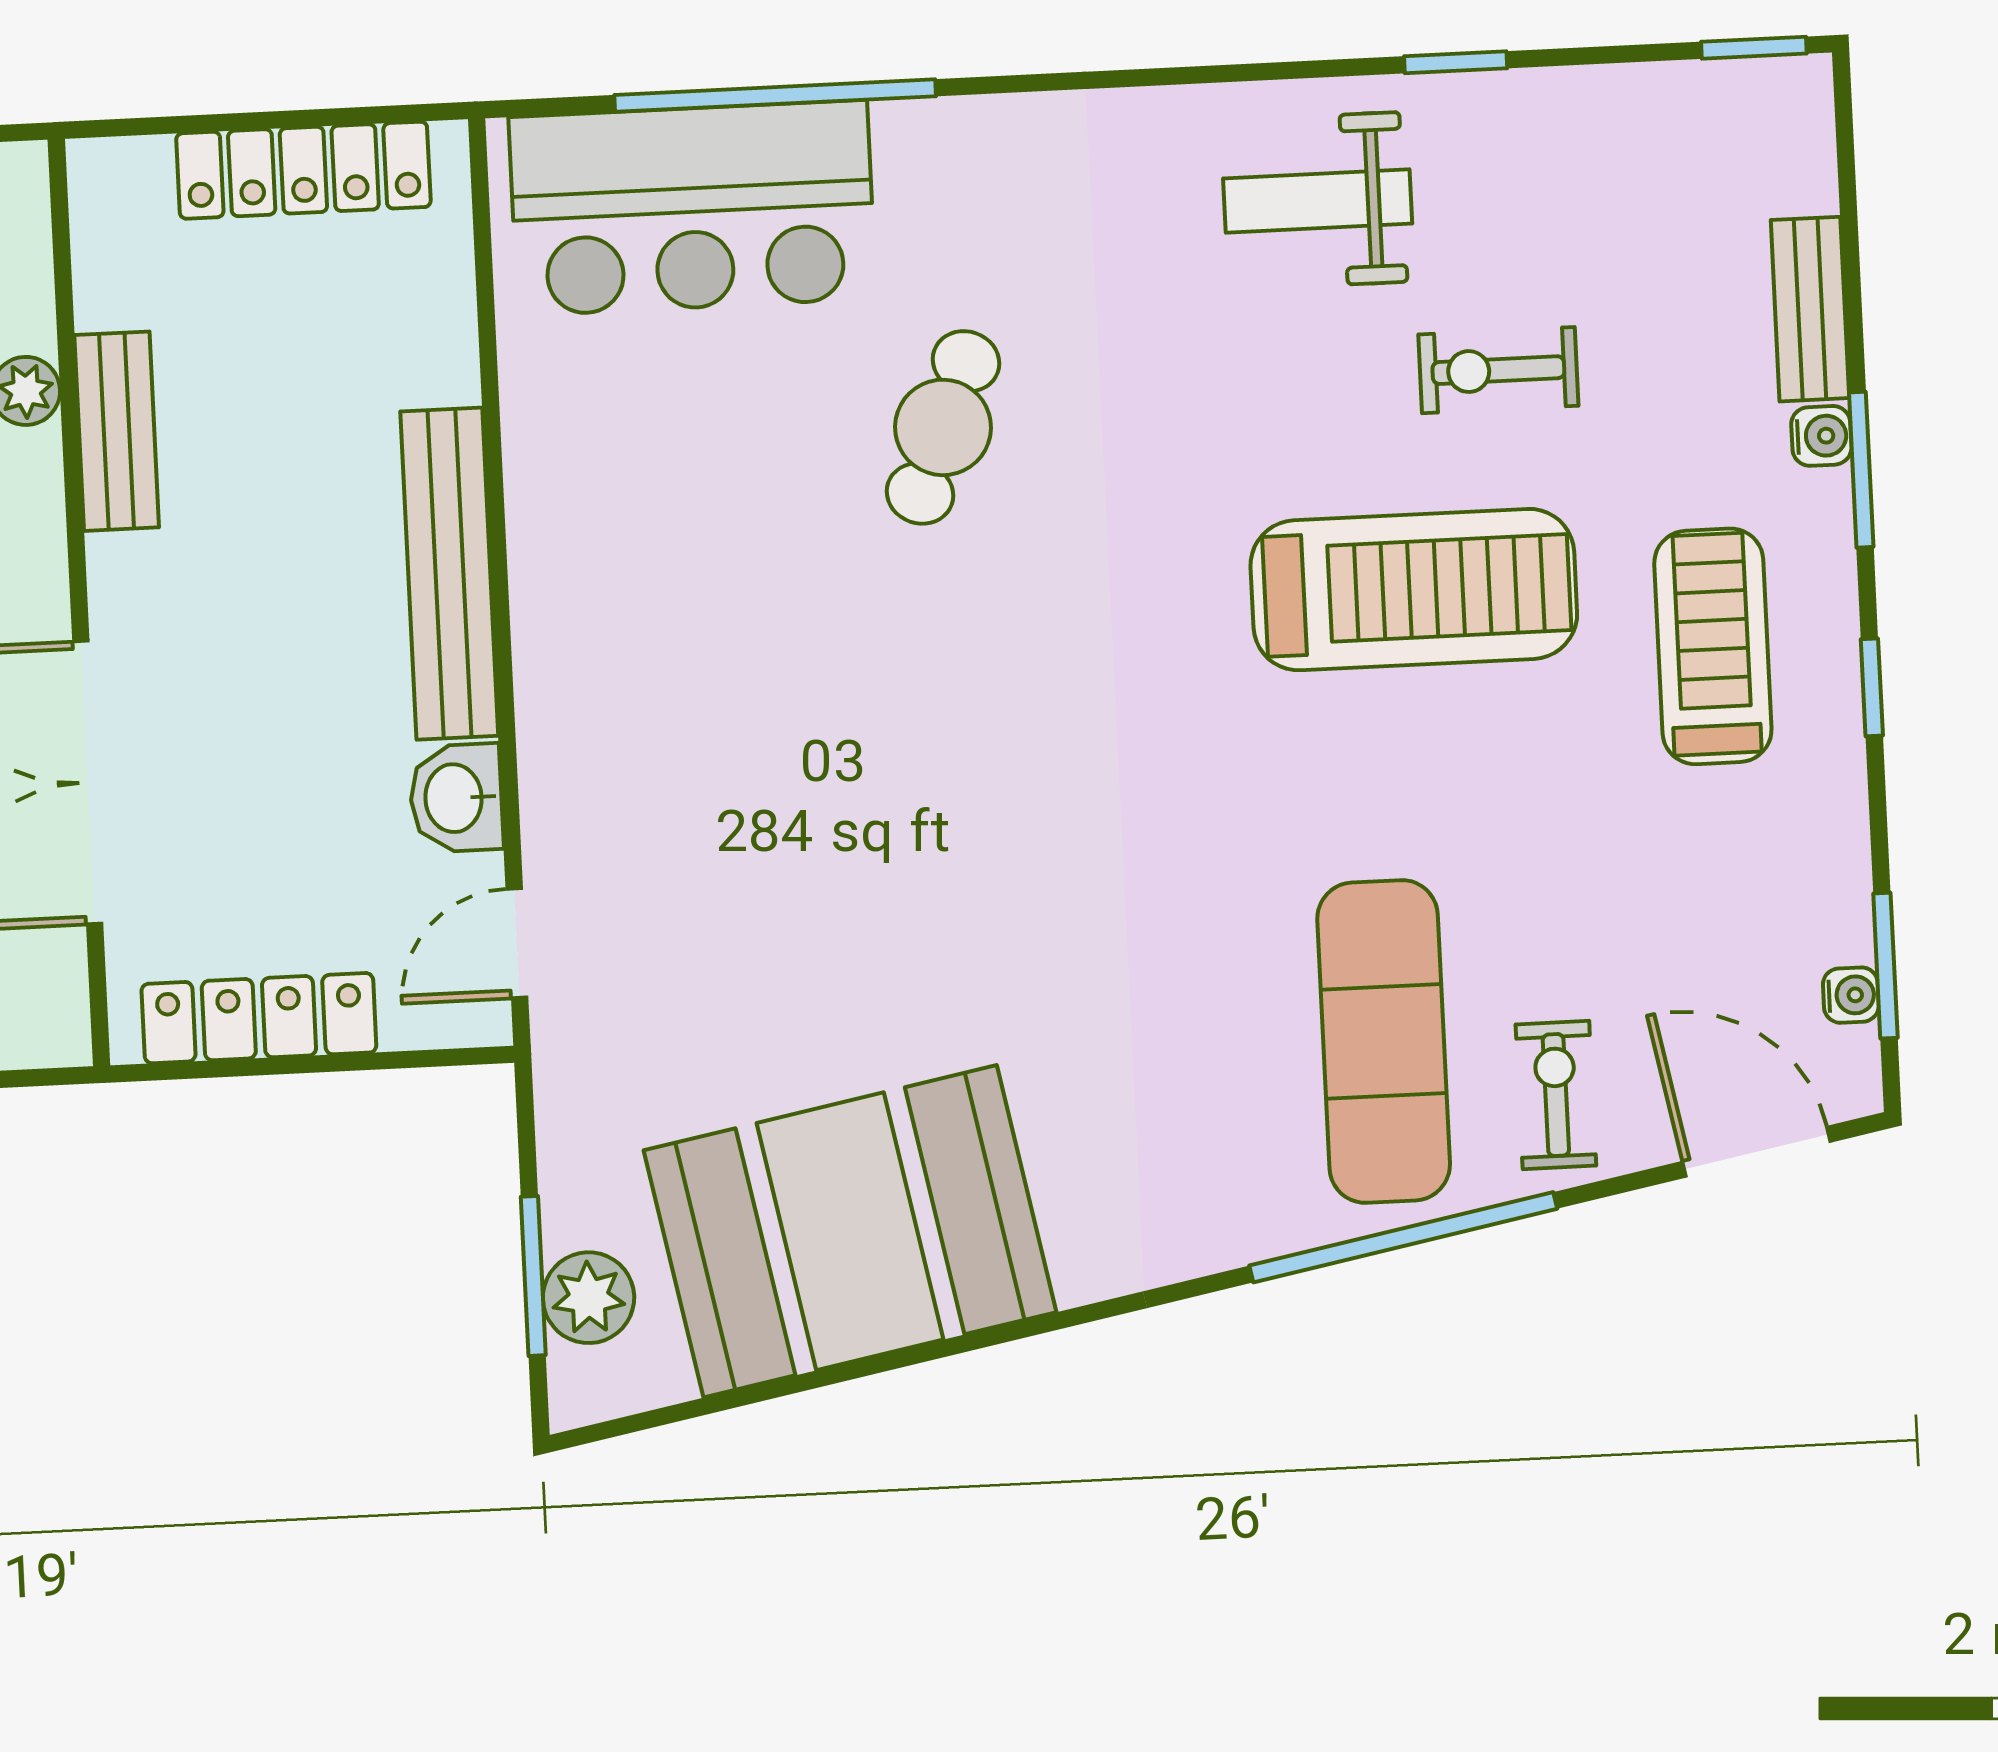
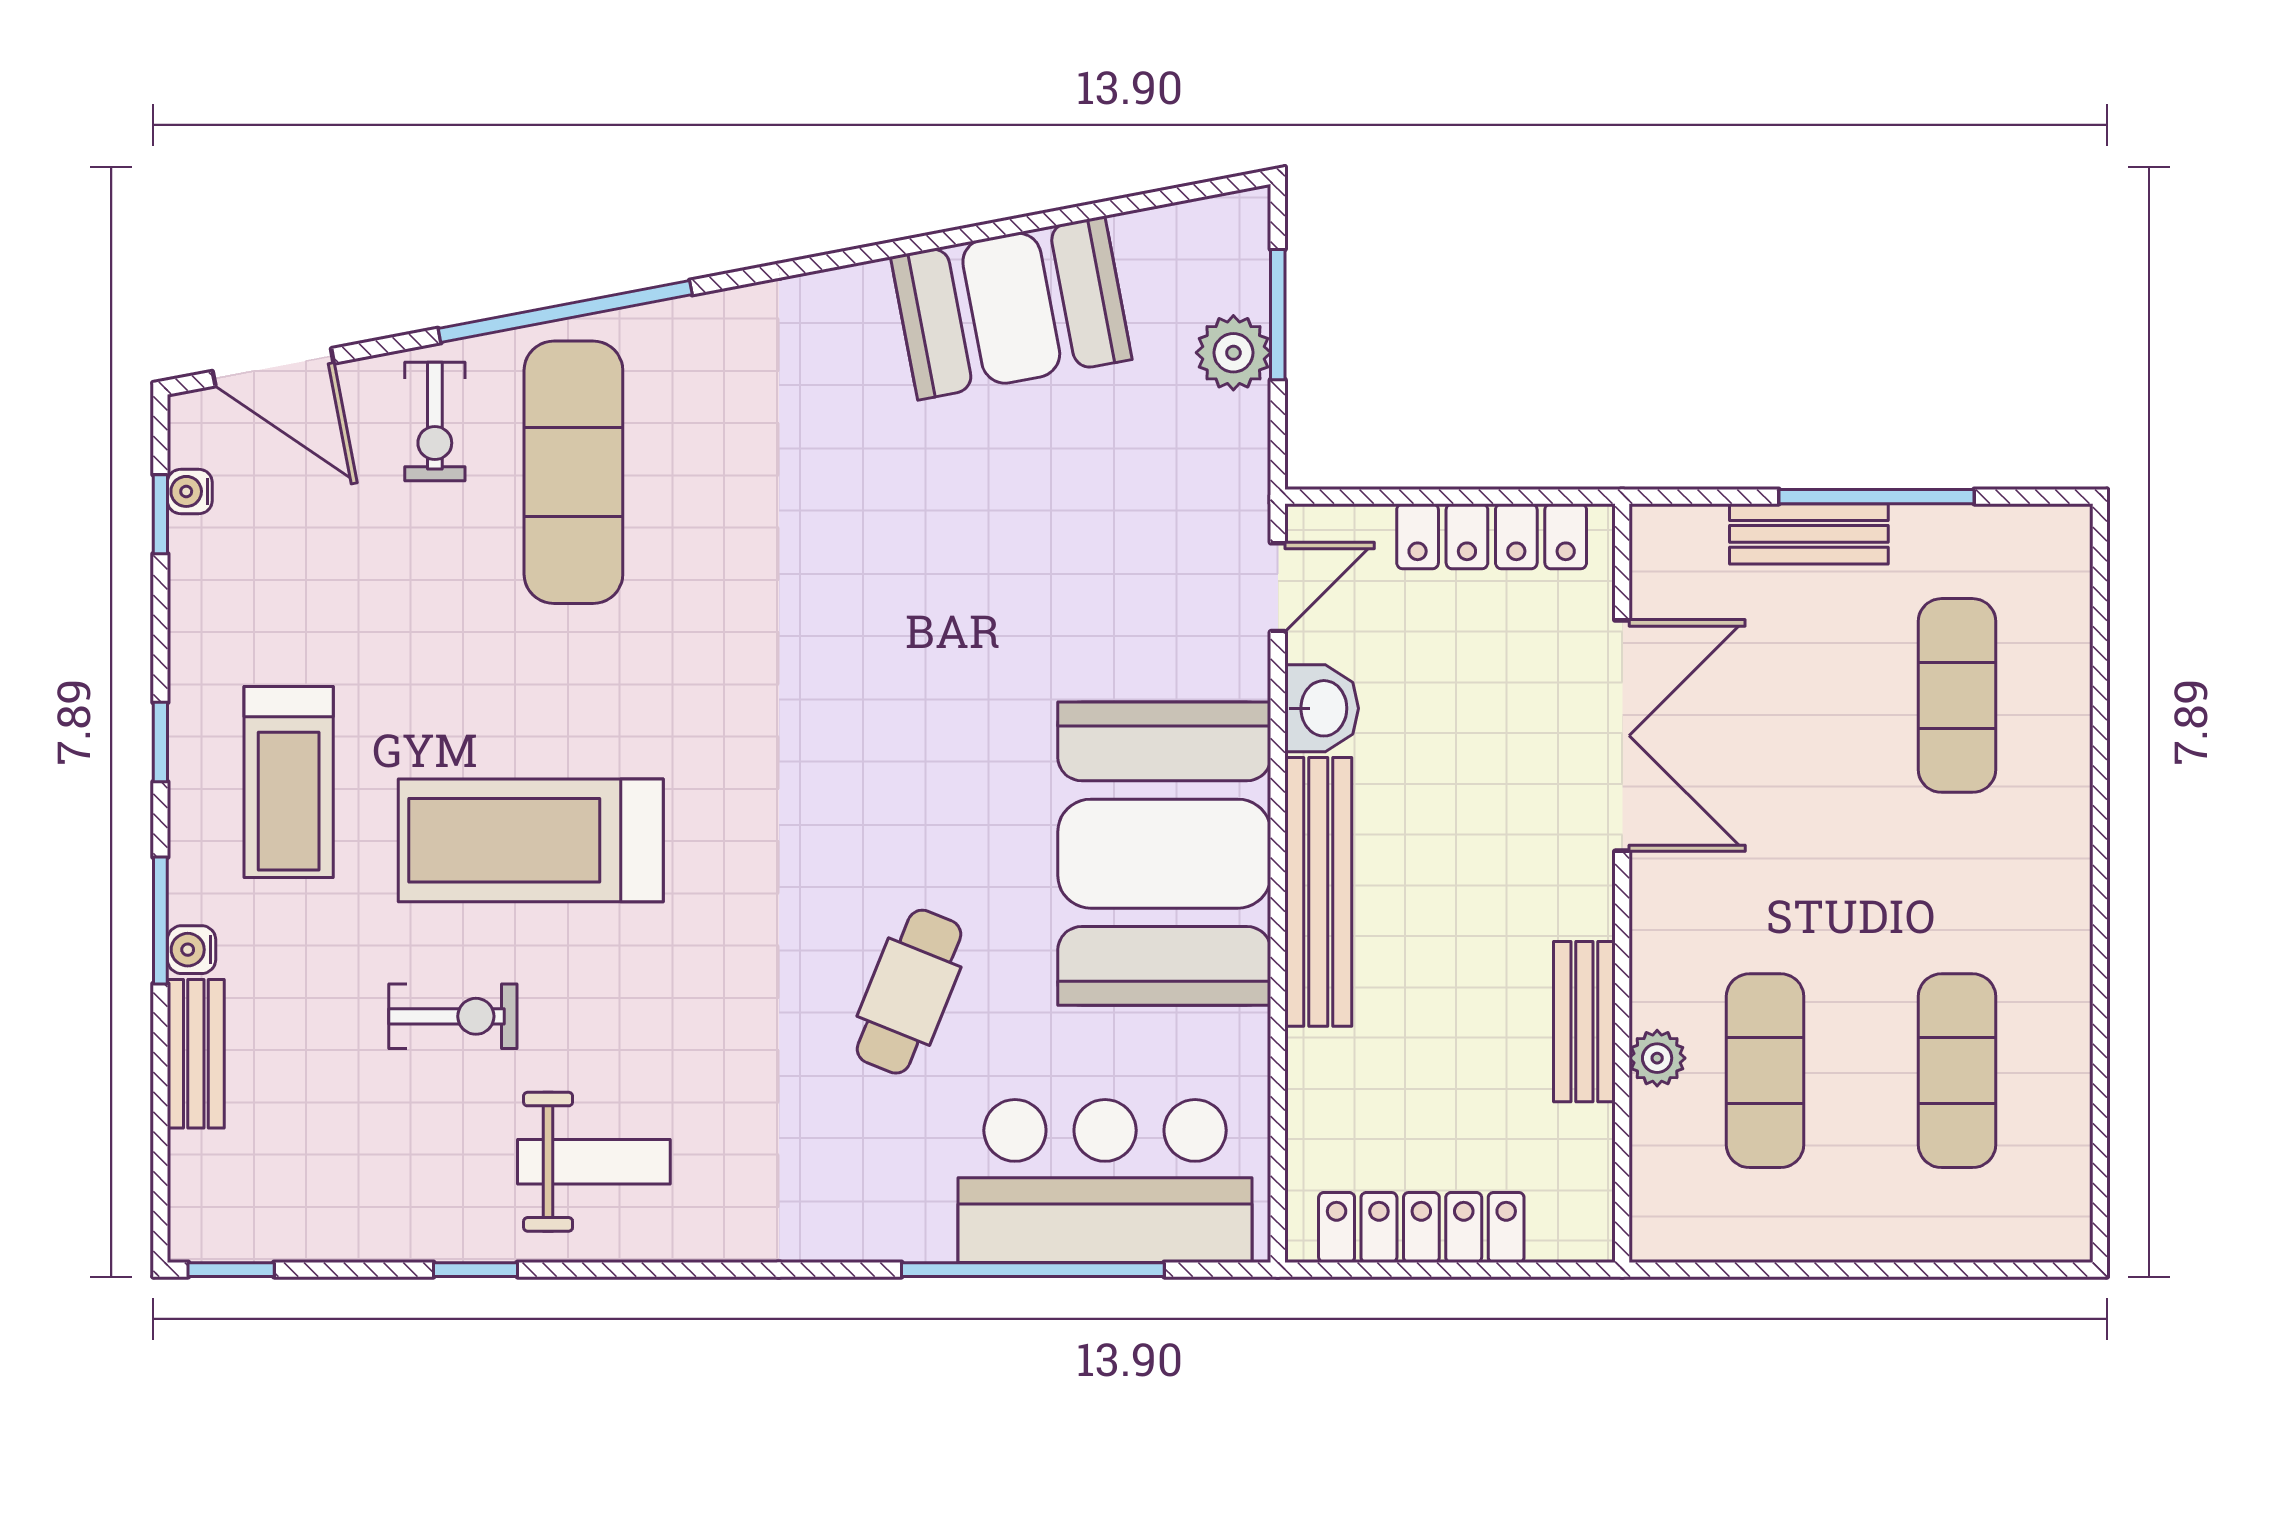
booth: (640, 611) -> (1164, 854), added
window: (1885, 966) -> (160, 514), width x0.67
booth: (850, 1231) -> (1011, 308), width x0.73, depth x0.70
plant: (589, 1298) -> (1233, 353), moved

